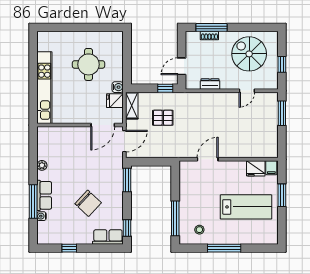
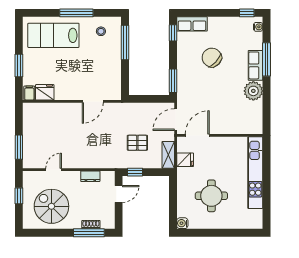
spiral stairs: (249, 54) -> (51, 206), turned 180
water cooler: (118, 87) -> (182, 223), moved
plant: (42, 165) -> (253, 91), width x1.88, depth x1.88
lab bench: (246, 207) -> (53, 35), moved
water cooler: (42, 216) -> (258, 27), moved
window: (69, 248) -> (247, 13), moved

